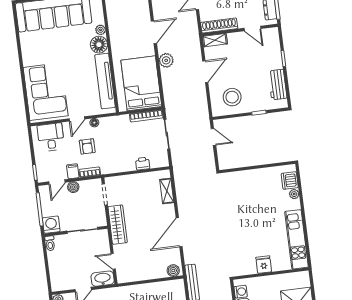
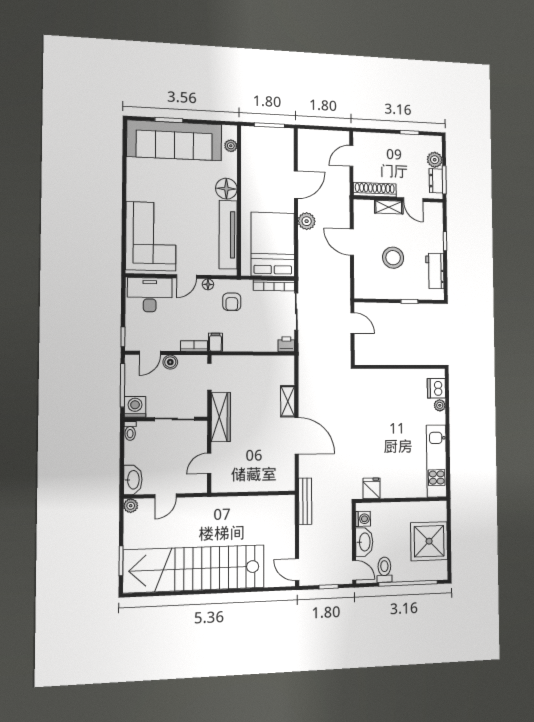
plant: (101, 30) -> (231, 146), moved
shelving: (215, 40) -> (389, 207), moved
door: (205, 72) -> (352, 242), swing flipped
stool: (232, 97) -> (393, 258), moved
desk: (51, 137) -> (150, 295), width x1.37
armchair: (87, 146) -> (232, 302), moved
printer: (143, 164) -> (286, 344), moved
filing cabinet: (73, 171) -> (215, 342), moved
shelving: (167, 191) -> (288, 401), moved
door: (179, 232) -> (297, 436), swing flipped
door: (113, 261) -> (209, 463), hinge flipped
fridge: (264, 265) -> (371, 488), moved
boiler: (173, 271) -> (283, 483), removed
washbasin: (103, 279) -> (133, 480), moved, turned 90

